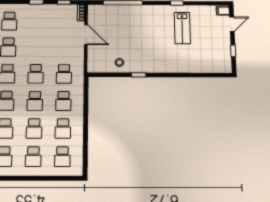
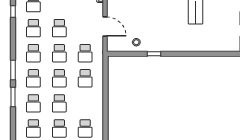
door: (86, 35) -> (105, 27), moved
school desk: (63, 129) -> (59, 28), moved

